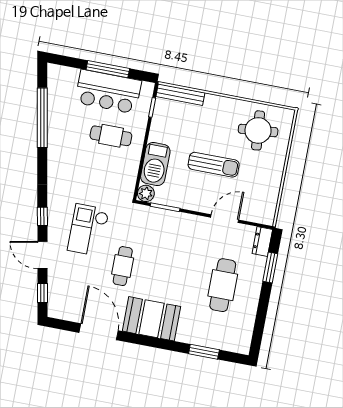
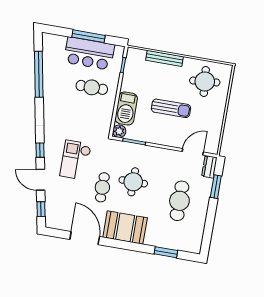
bench: (180, 95) -> (165, 58), moved
door: (225, 219) -> (193, 152), moved
round table: (163, 259) -> (133, 182), added

